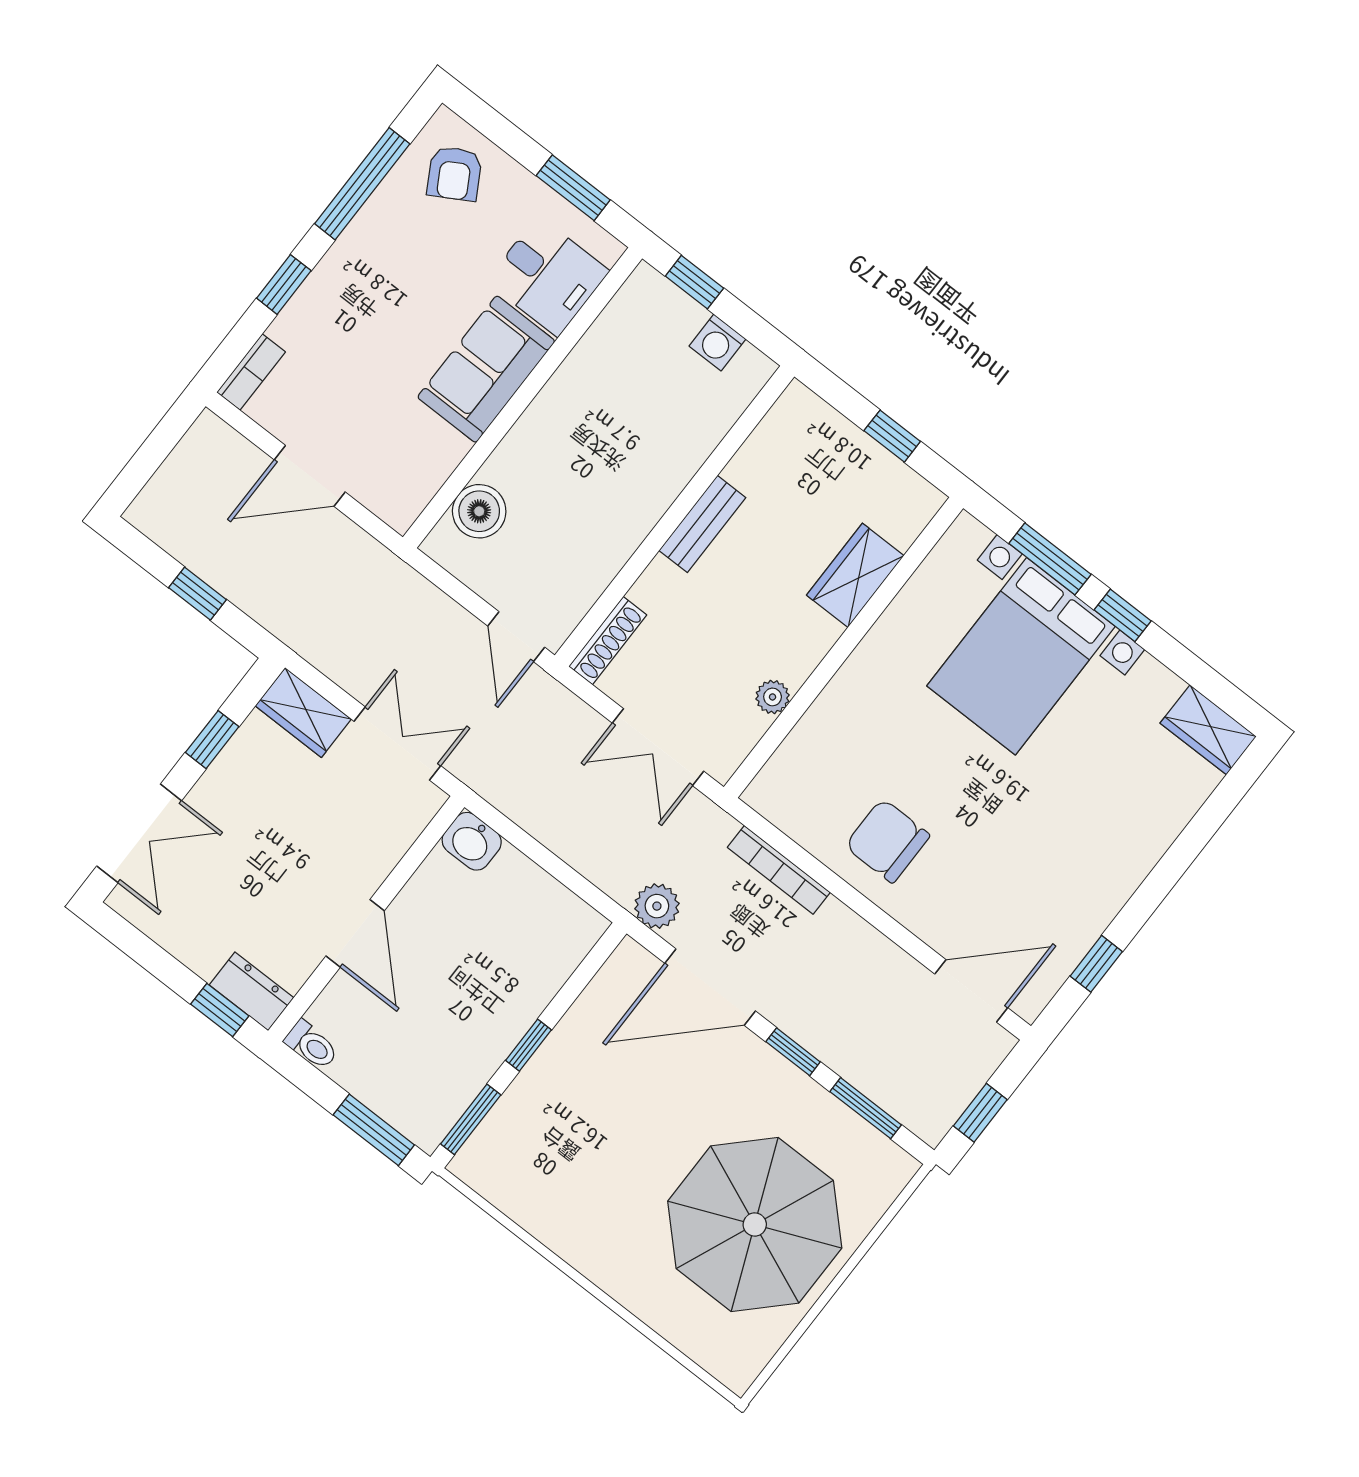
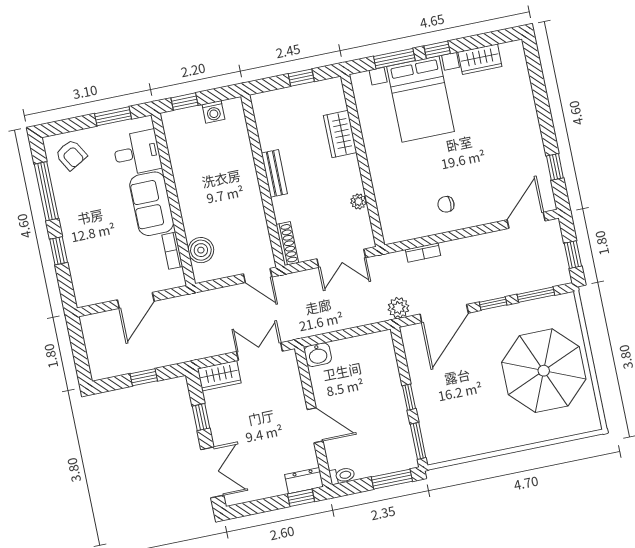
bookcase: (251, 372) -> (172, 251), moved, turned 180
wardrobe: (1208, 730) -> (480, 59), moved
chair: (887, 841) -> (446, 204), width x0.54, depth x0.54
bookcase: (779, 870) -> (423, 253), width x0.64

